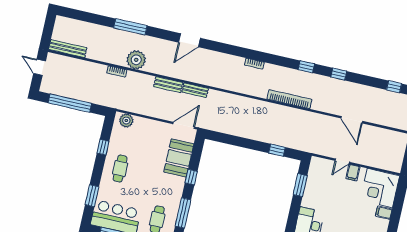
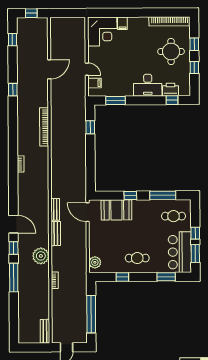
bench: (68, 49) -> (45, 331), width x0.73
plant: (136, 60) -> (41, 256), moved
window: (306, 67) -> (14, 248), moved
filing cabinet: (353, 173) -> (94, 83), moved

